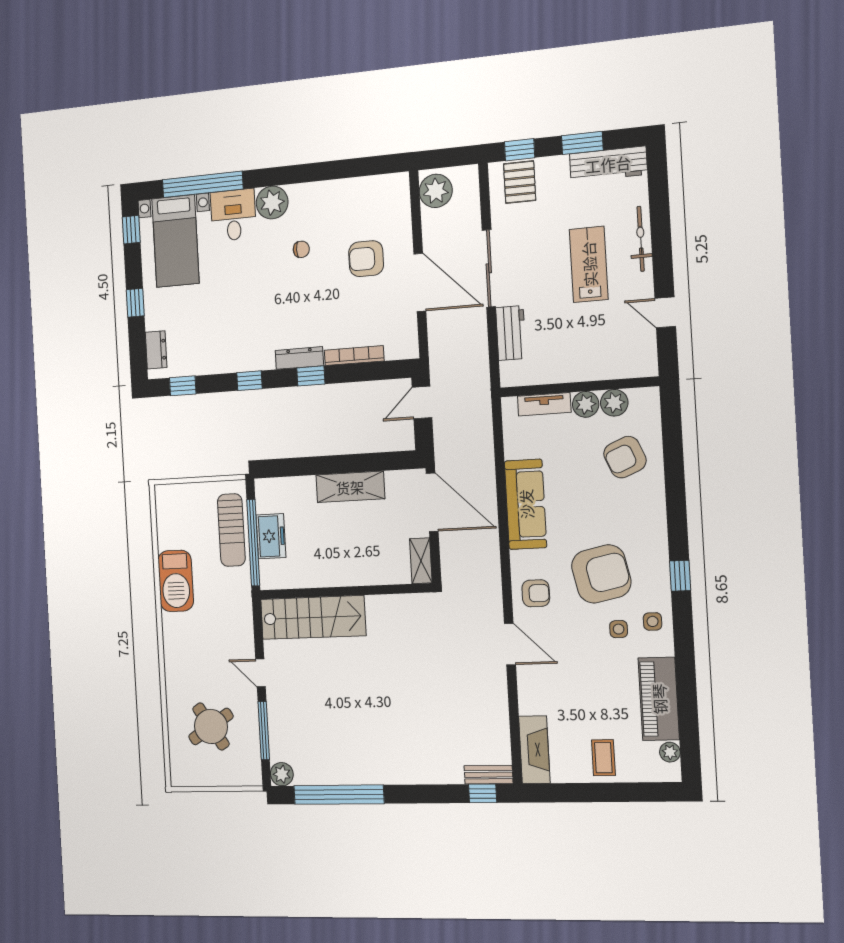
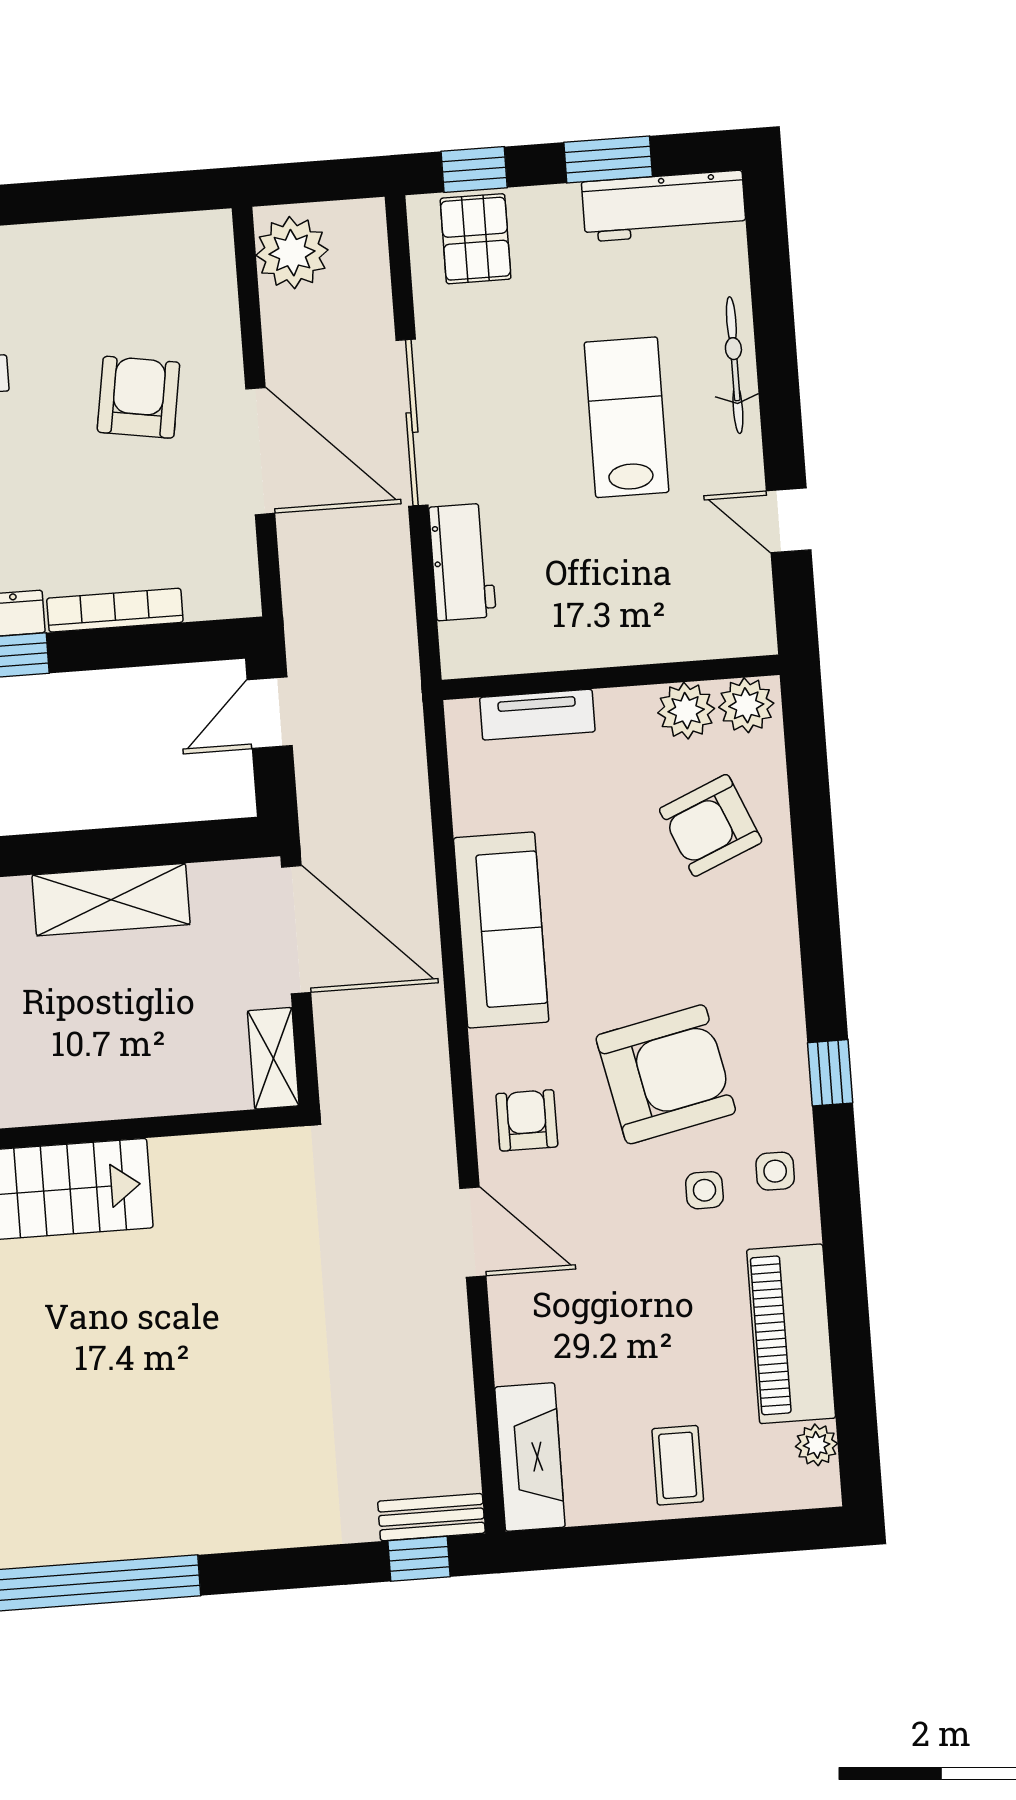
armchair: (366, 259) -> (138, 397), turned 99
plant: (586, 404) -> (746, 705), moved
armchair: (536, 593) -> (527, 1120), turned -90

